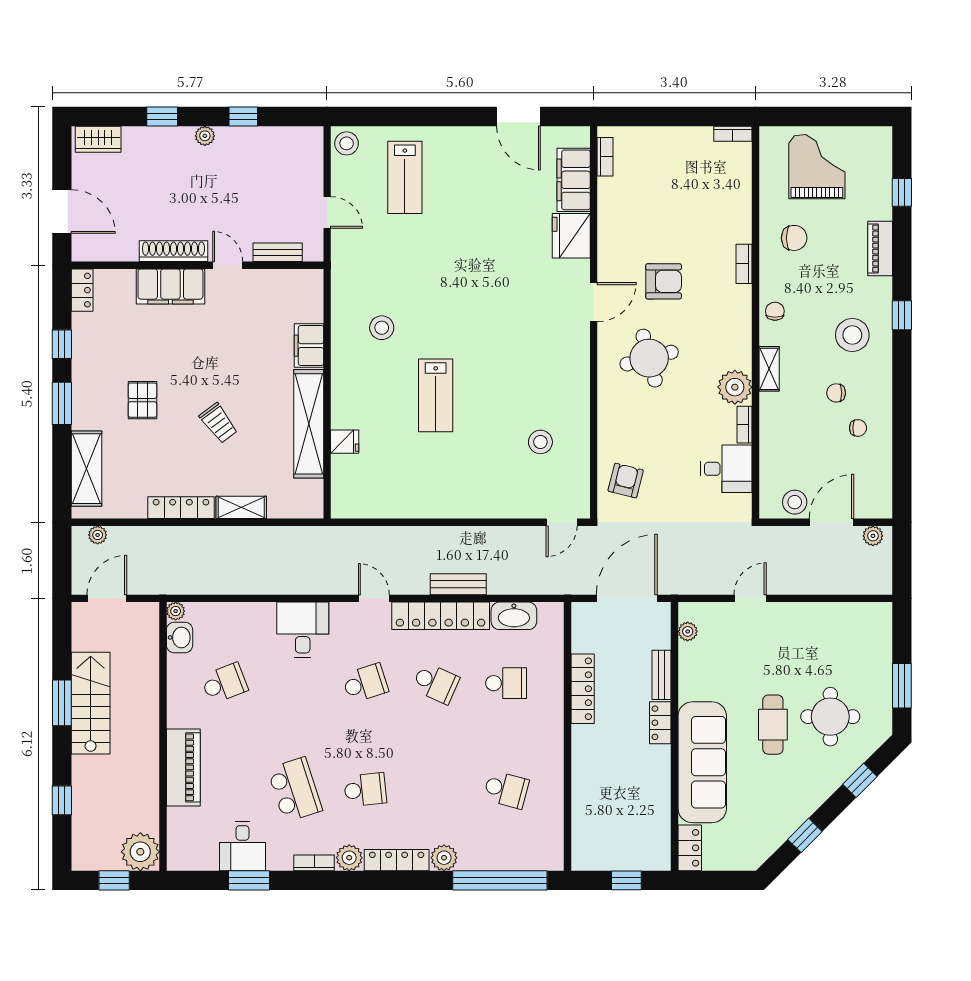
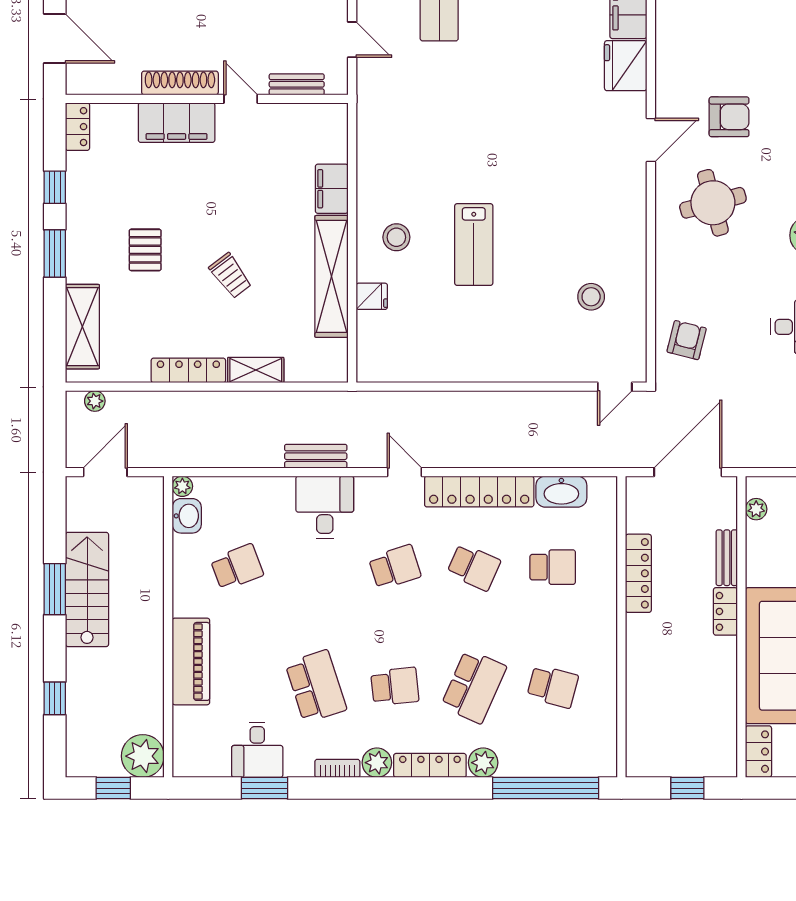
stool: (382, 328) -> (396, 237), moved
bench: (458, 584) -> (316, 456), moved
school desk: (436, 790) -> (474, 686), added

